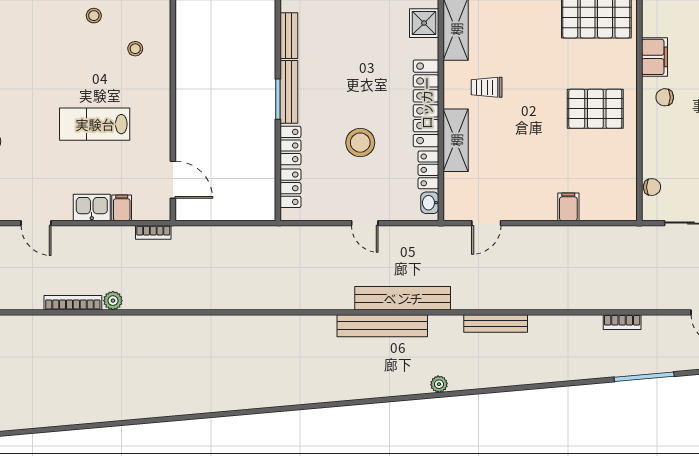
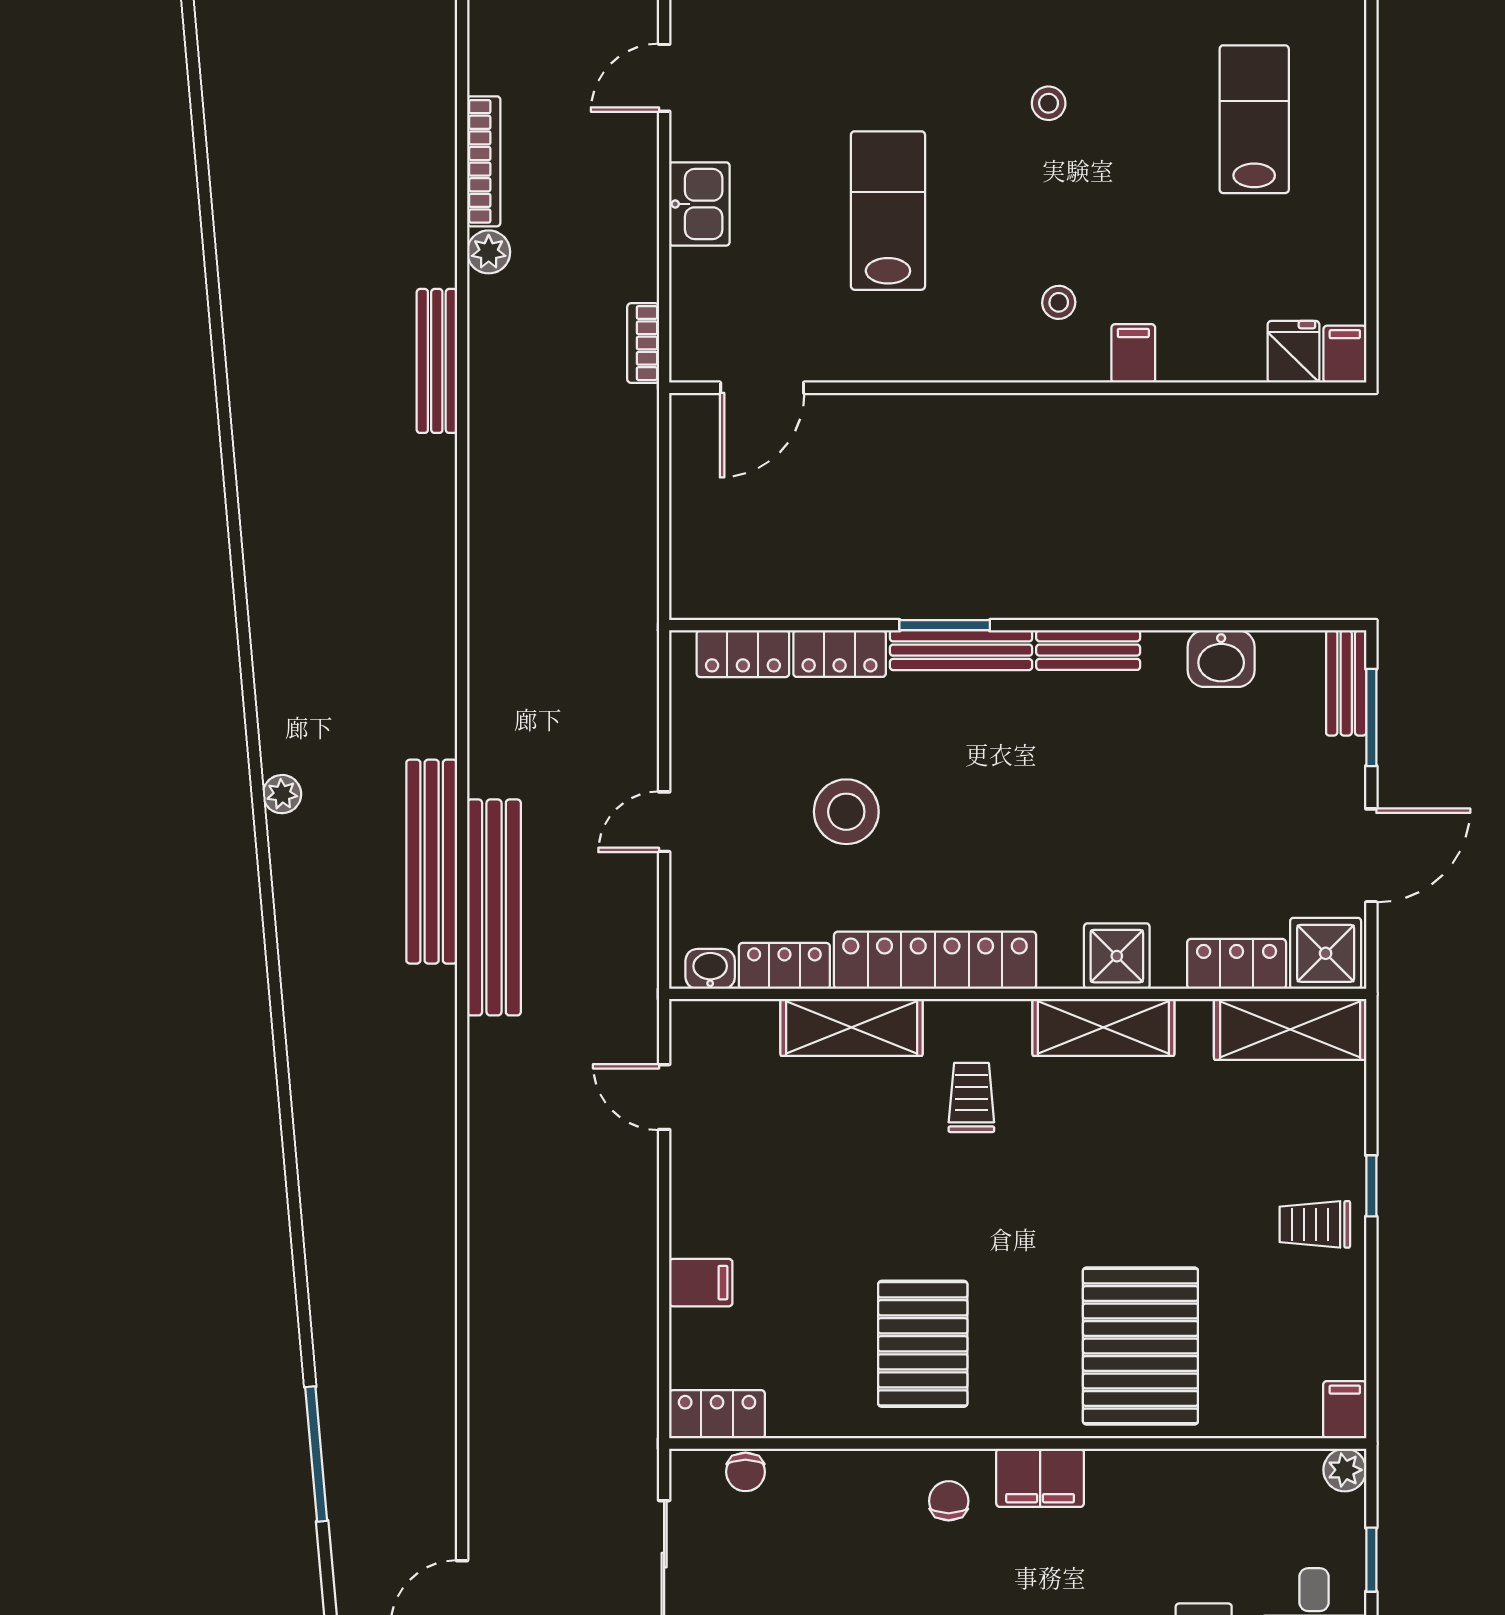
stool: (94, 16) -> (1049, 103), moved
locker: (626, 200) -> (717, 1414), added
filing cabinet: (122, 208) -> (1133, 353), moved, turned -90
bookcase: (622, 322) -> (440, 1404), removed
bench: (496, 323) -> (437, 361), moved
plant: (439, 384) -> (282, 794), moved

